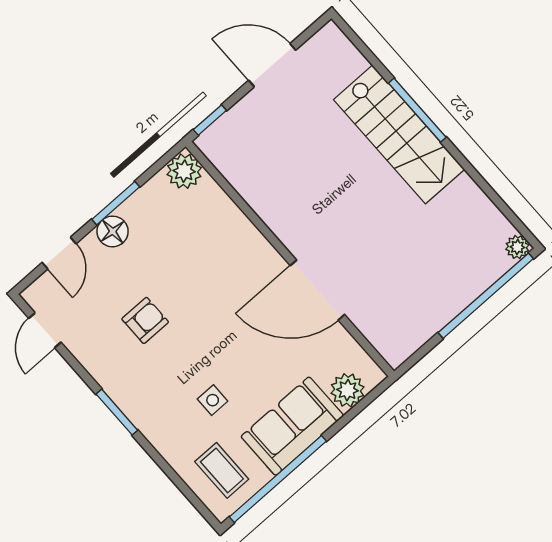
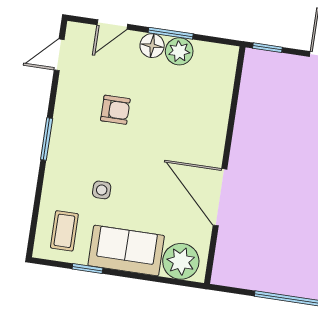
plant: (184, 171) -> (179, 51), moved
plant: (347, 390) -> (181, 261), width x1.36, depth x1.36
window: (278, 479) -> (87, 269), width x0.32

